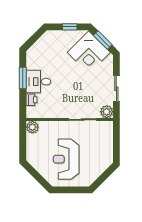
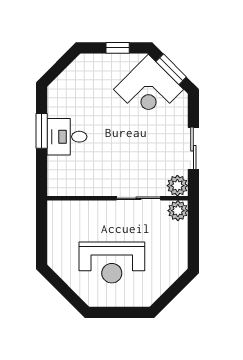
printer: (32, 100) -> (56, 166), removed
plant: (32, 127) -> (178, 211), moved
reception desk: (66, 159) -> (112, 263), turned -90

